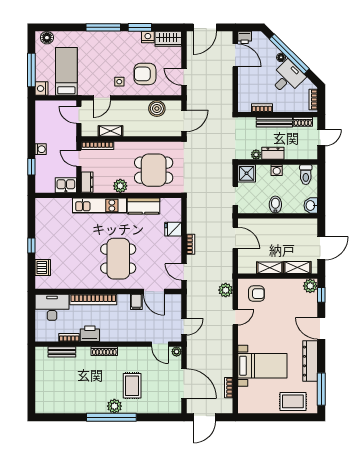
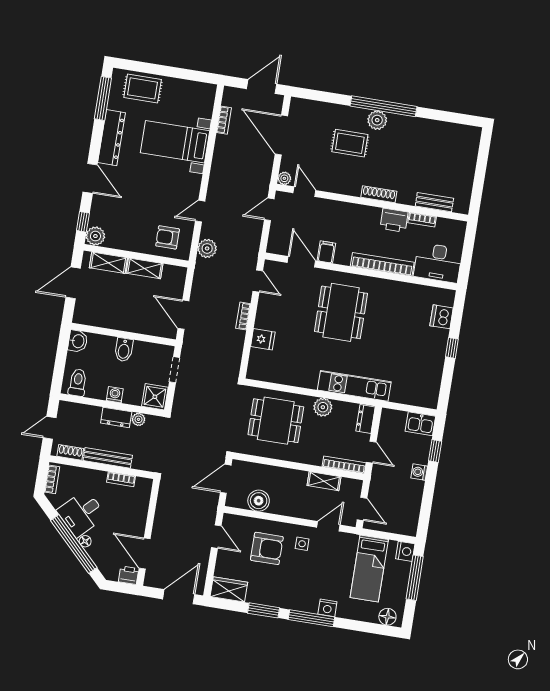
nightstand: (148, 37) -> (327, 608), moved
kitchen sink: (66, 185) -> (420, 424), moved
kitchen counter: (144, 206) -> (297, 376), removed
rug: (132, 386) -> (350, 143), turned 90

